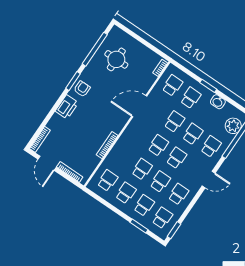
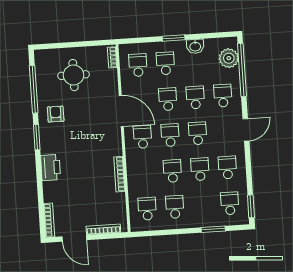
round table: (116, 59) -> (74, 75), moved
armchair: (82, 89) -> (56, 114), moved
door: (139, 106) -> (121, 111), swing flipped
school desk: (144, 205) -> (143, 137), moved

